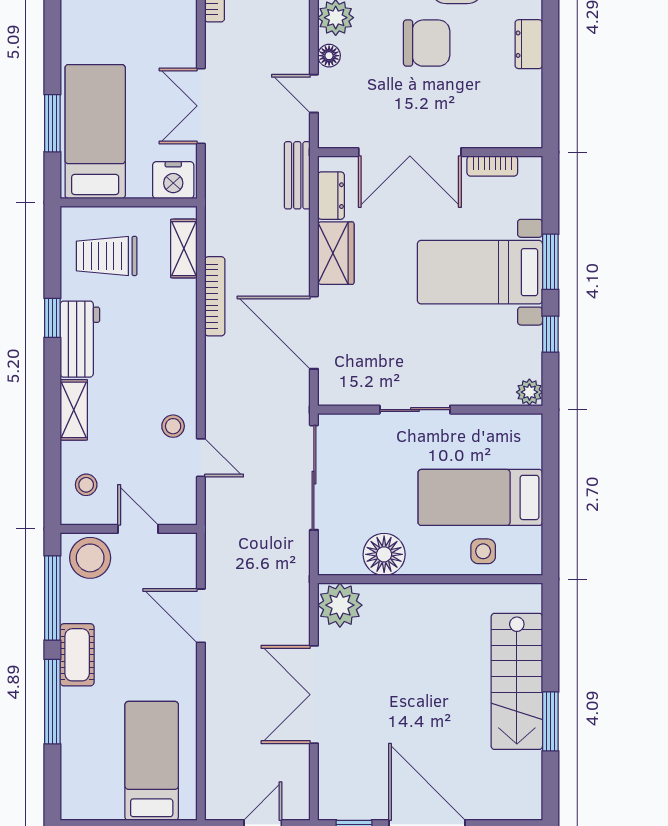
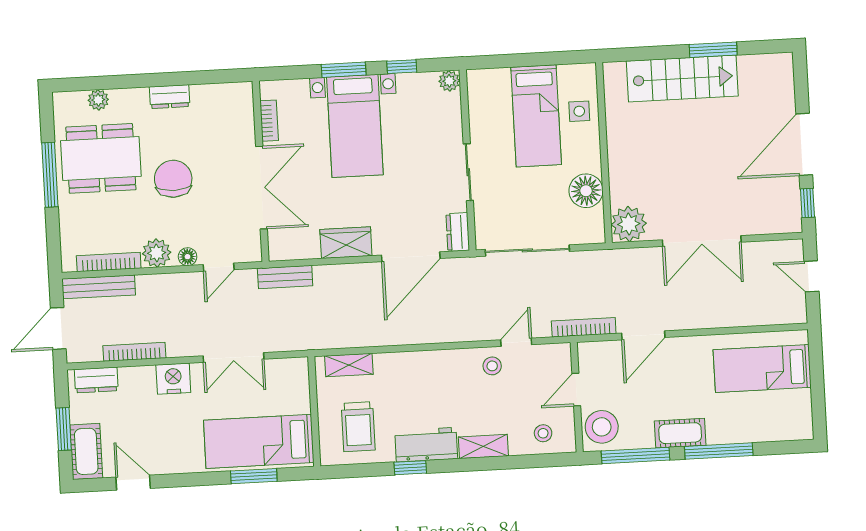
nightstand: (173, 180) -> (173, 379), moved, turned -90
dresser: (331, 196) -> (458, 232), moved, turned -90
bookcase: (215, 296) -> (584, 327), moved

